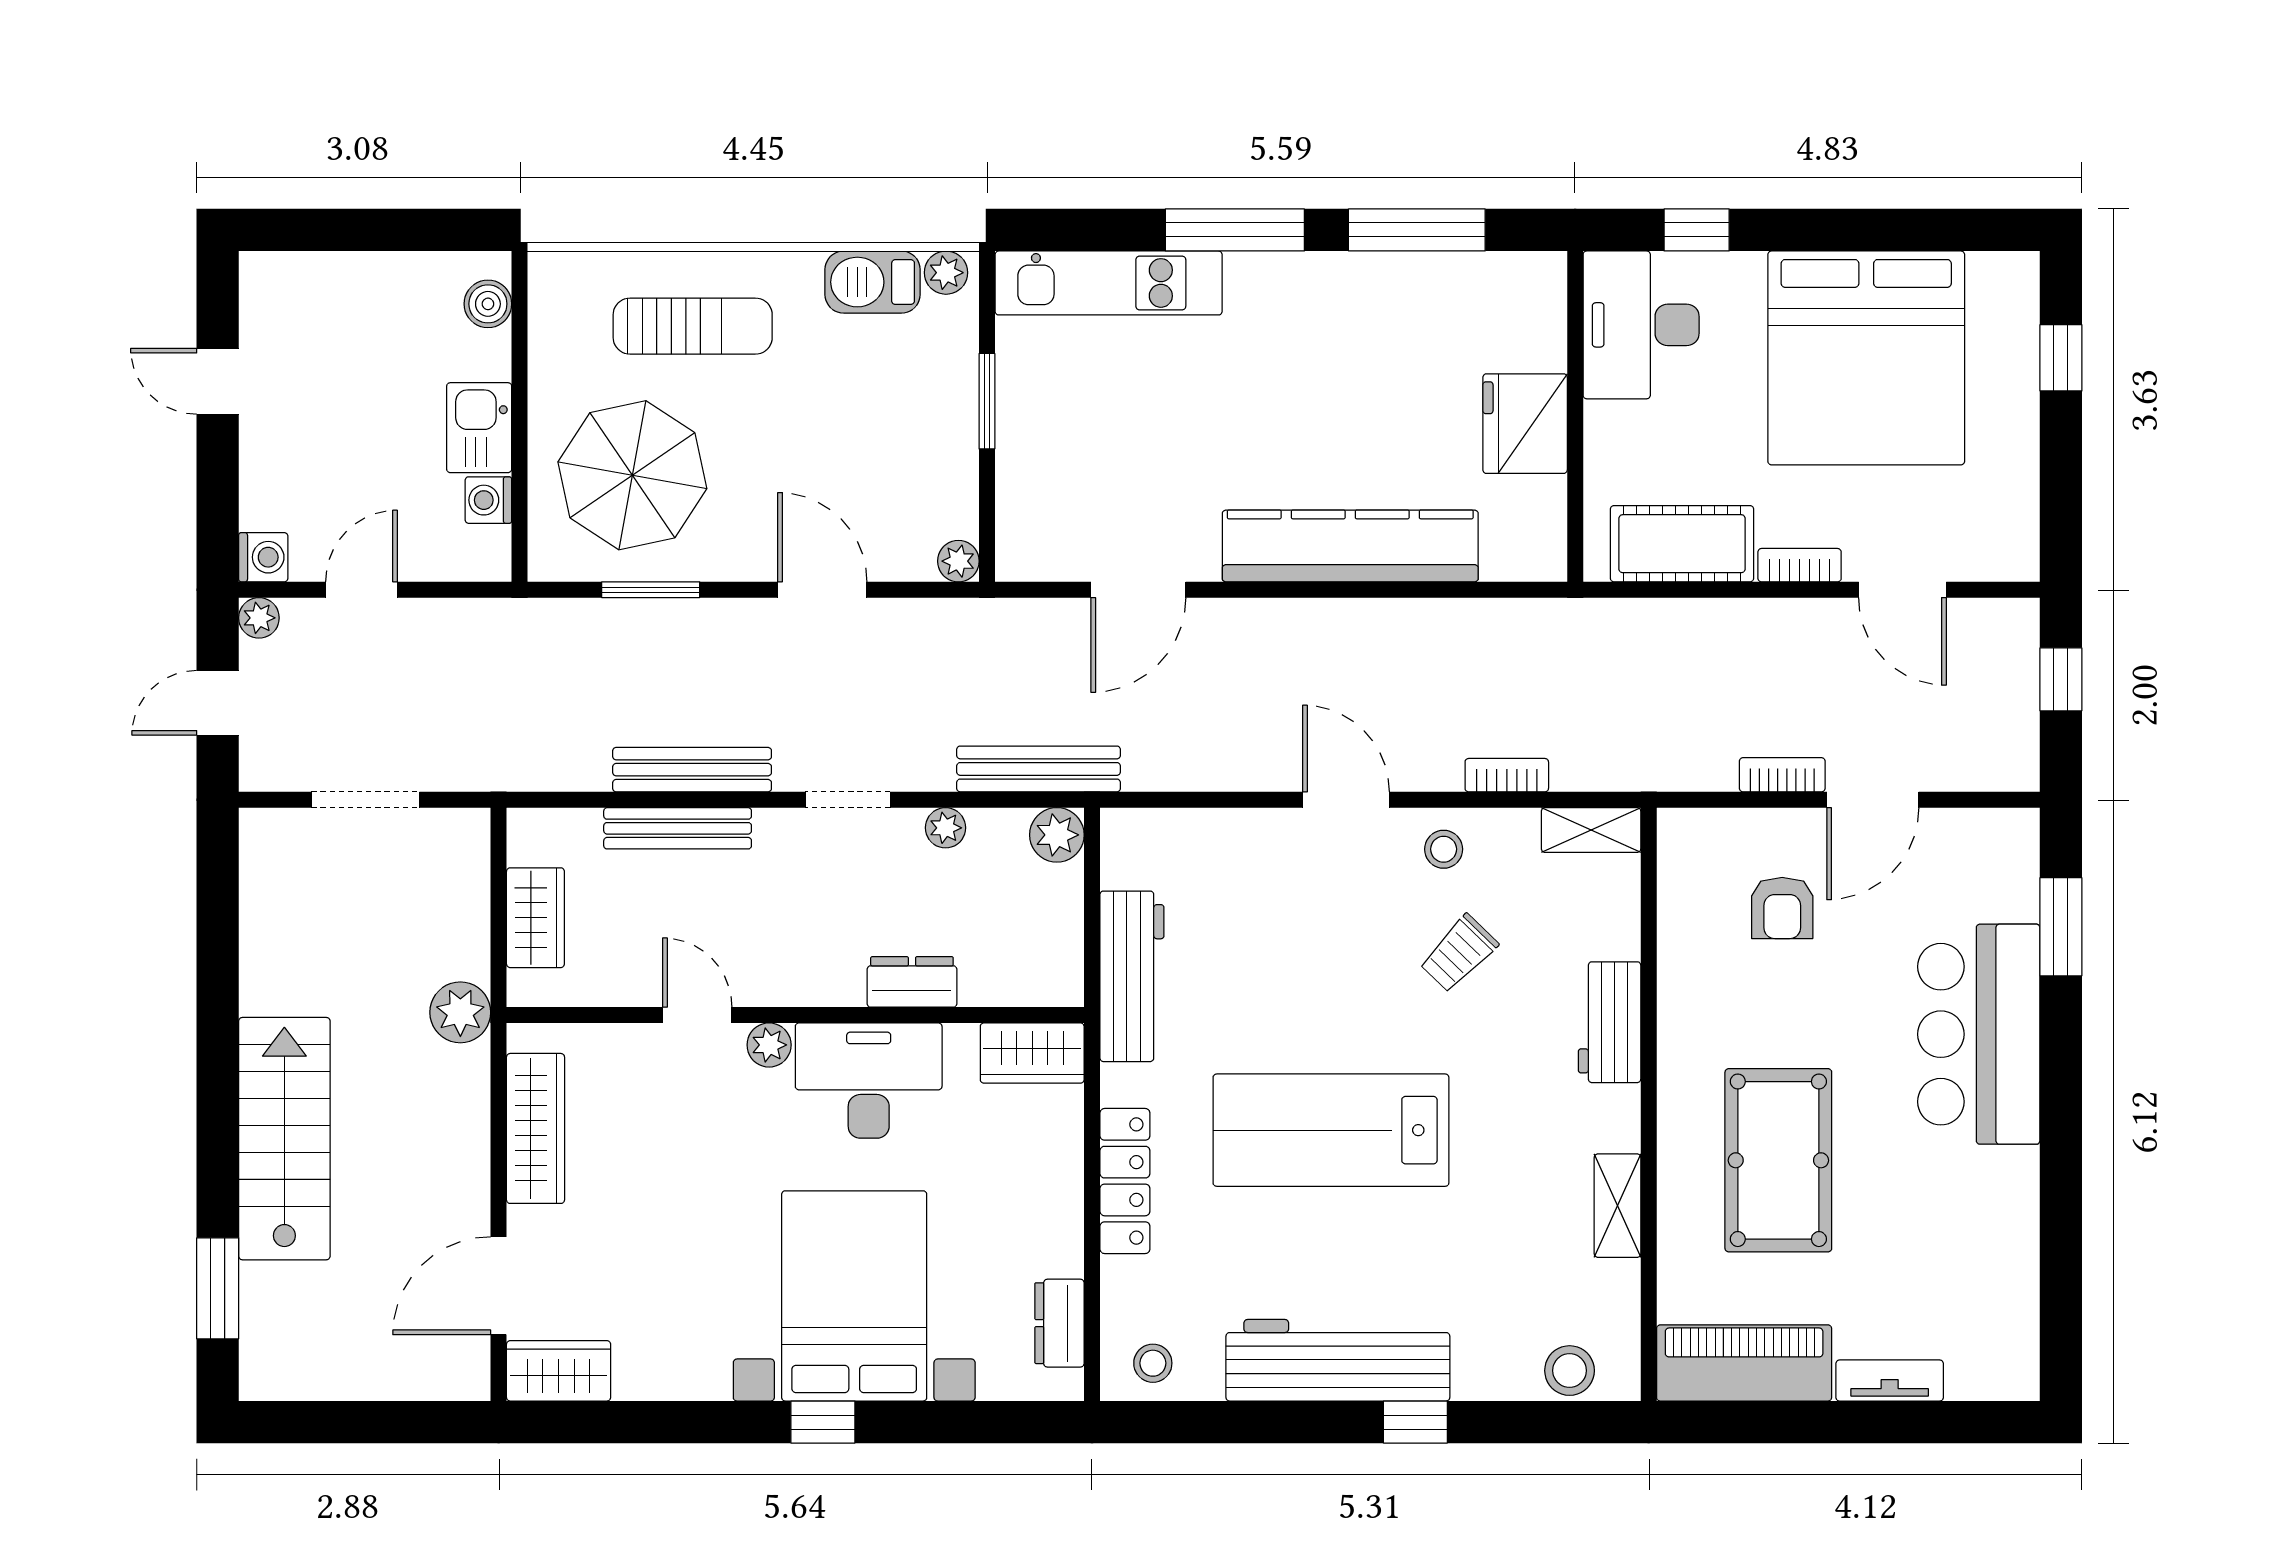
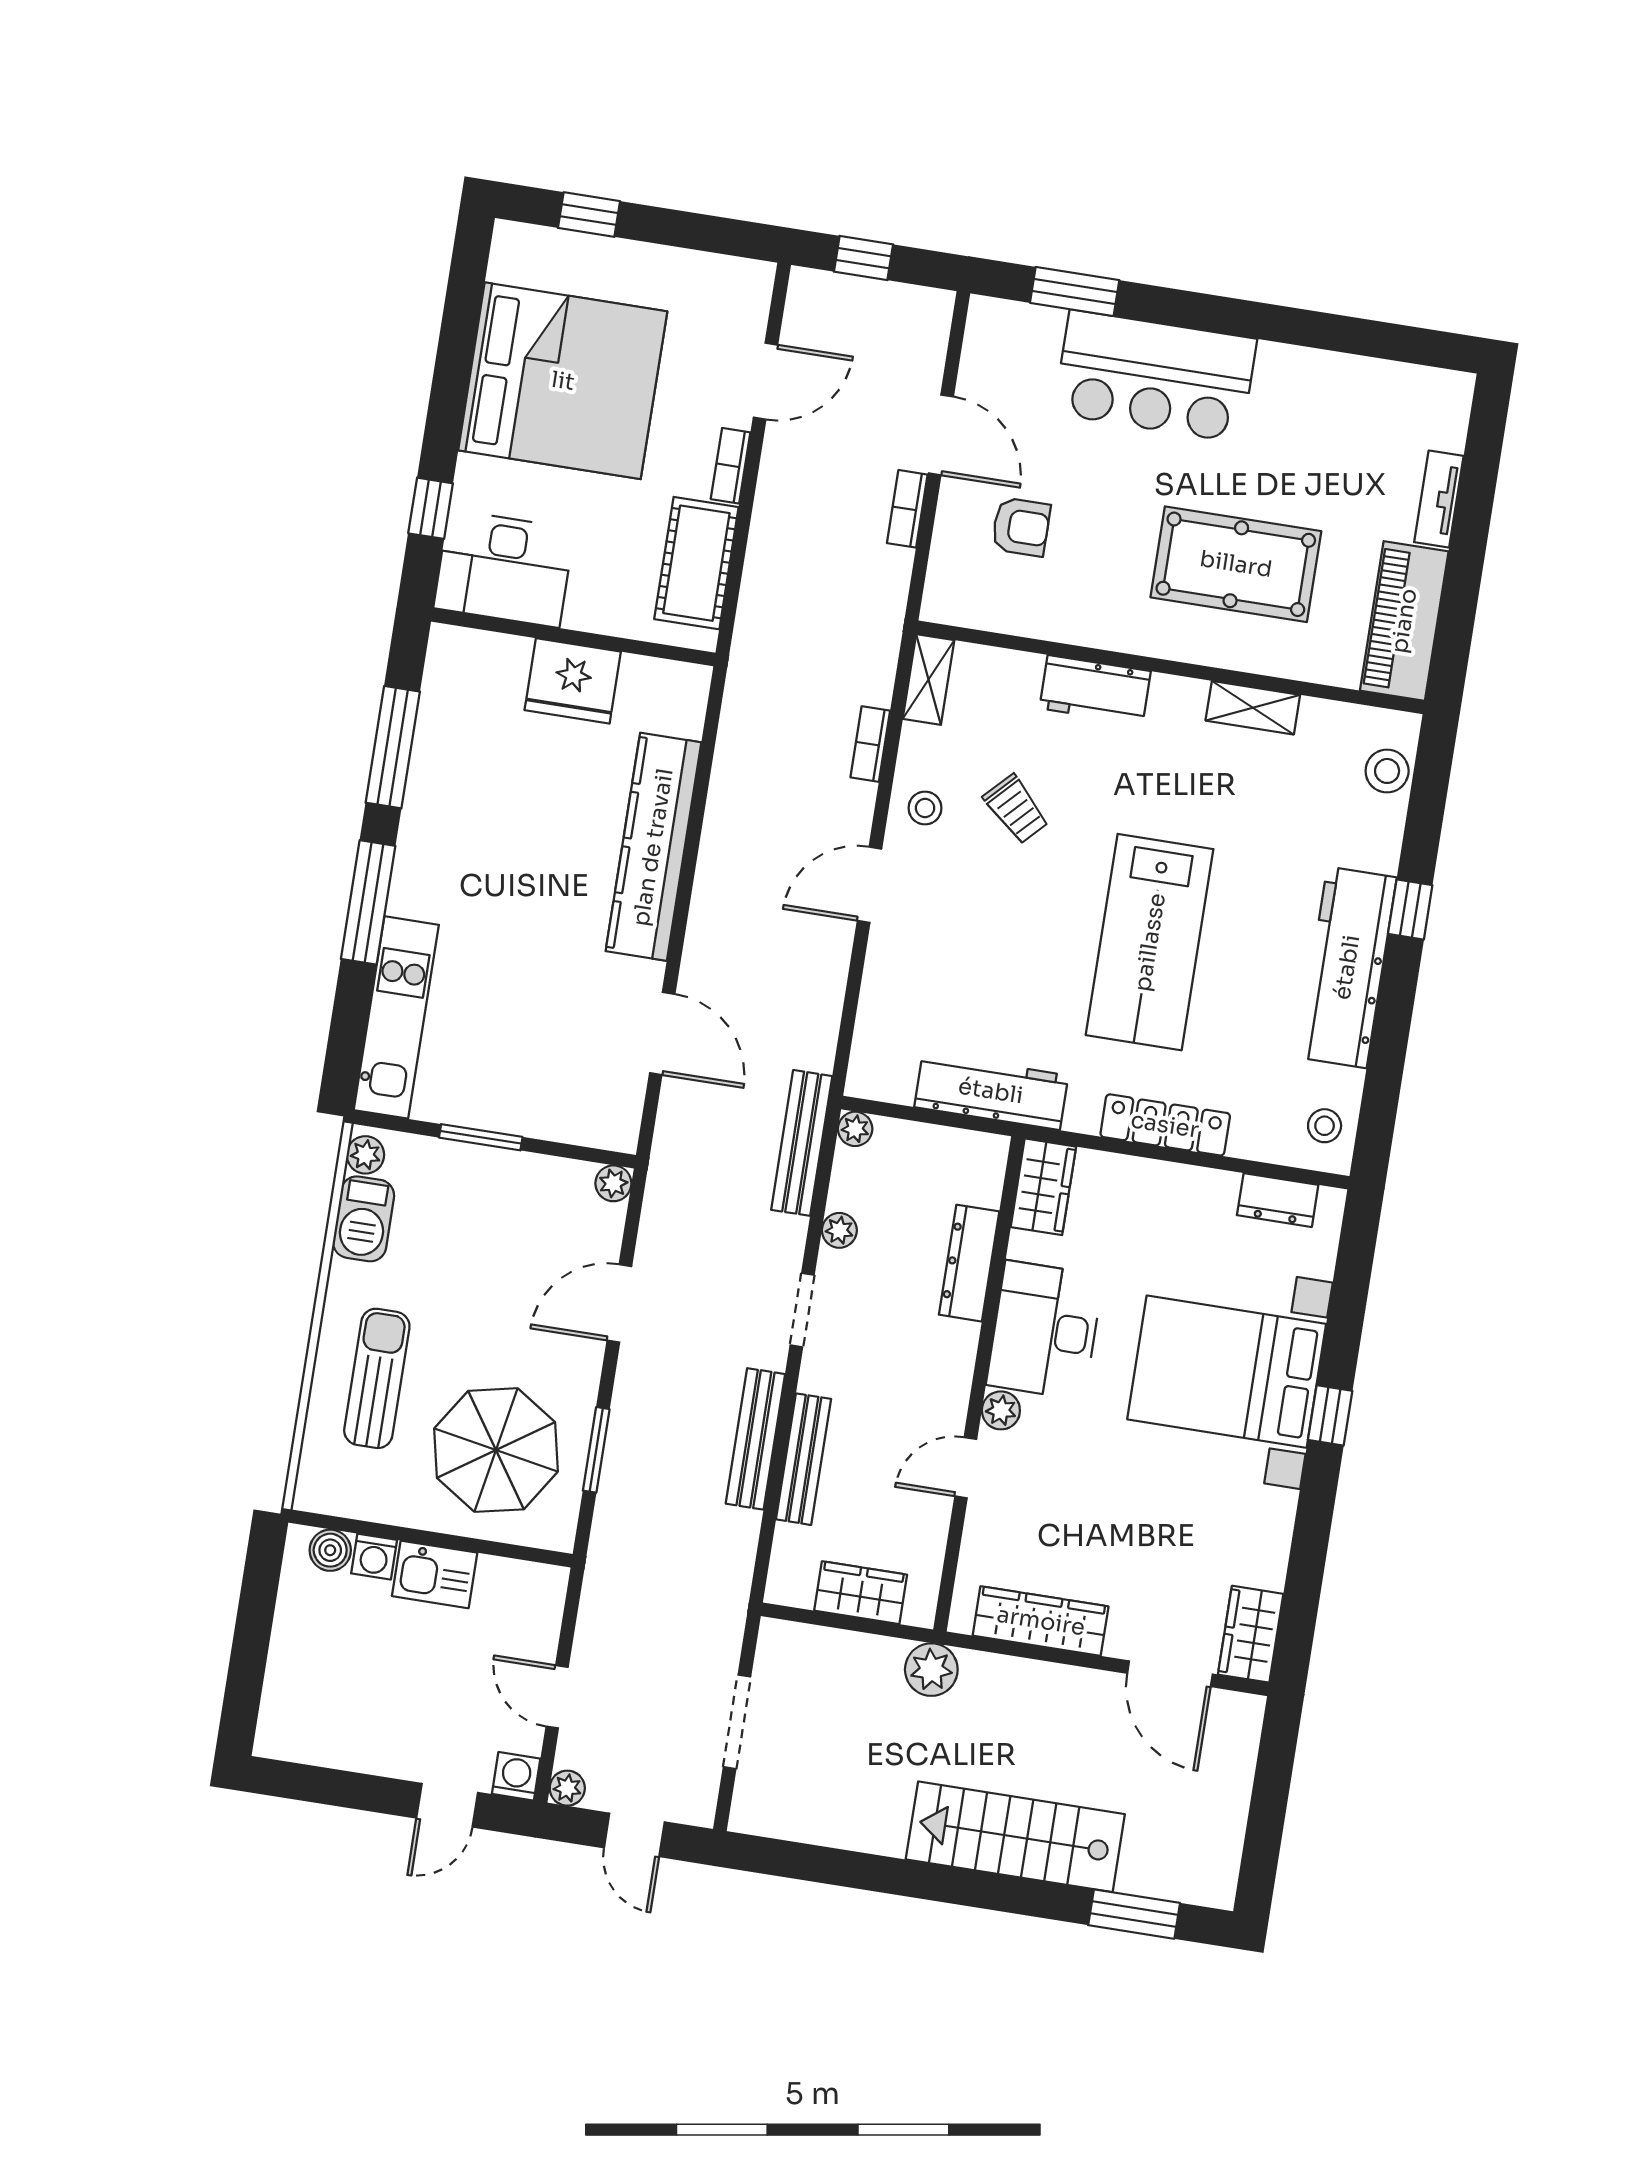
door: (218, 381) -> (447, 1805), moved
washing machine: (488, 500) -> (374, 1557), moved
plant: (1057, 835) -> (855, 1129), width x0.73, depth x0.73
dresser: (912, 982) -> (969, 1263), width x1.44

